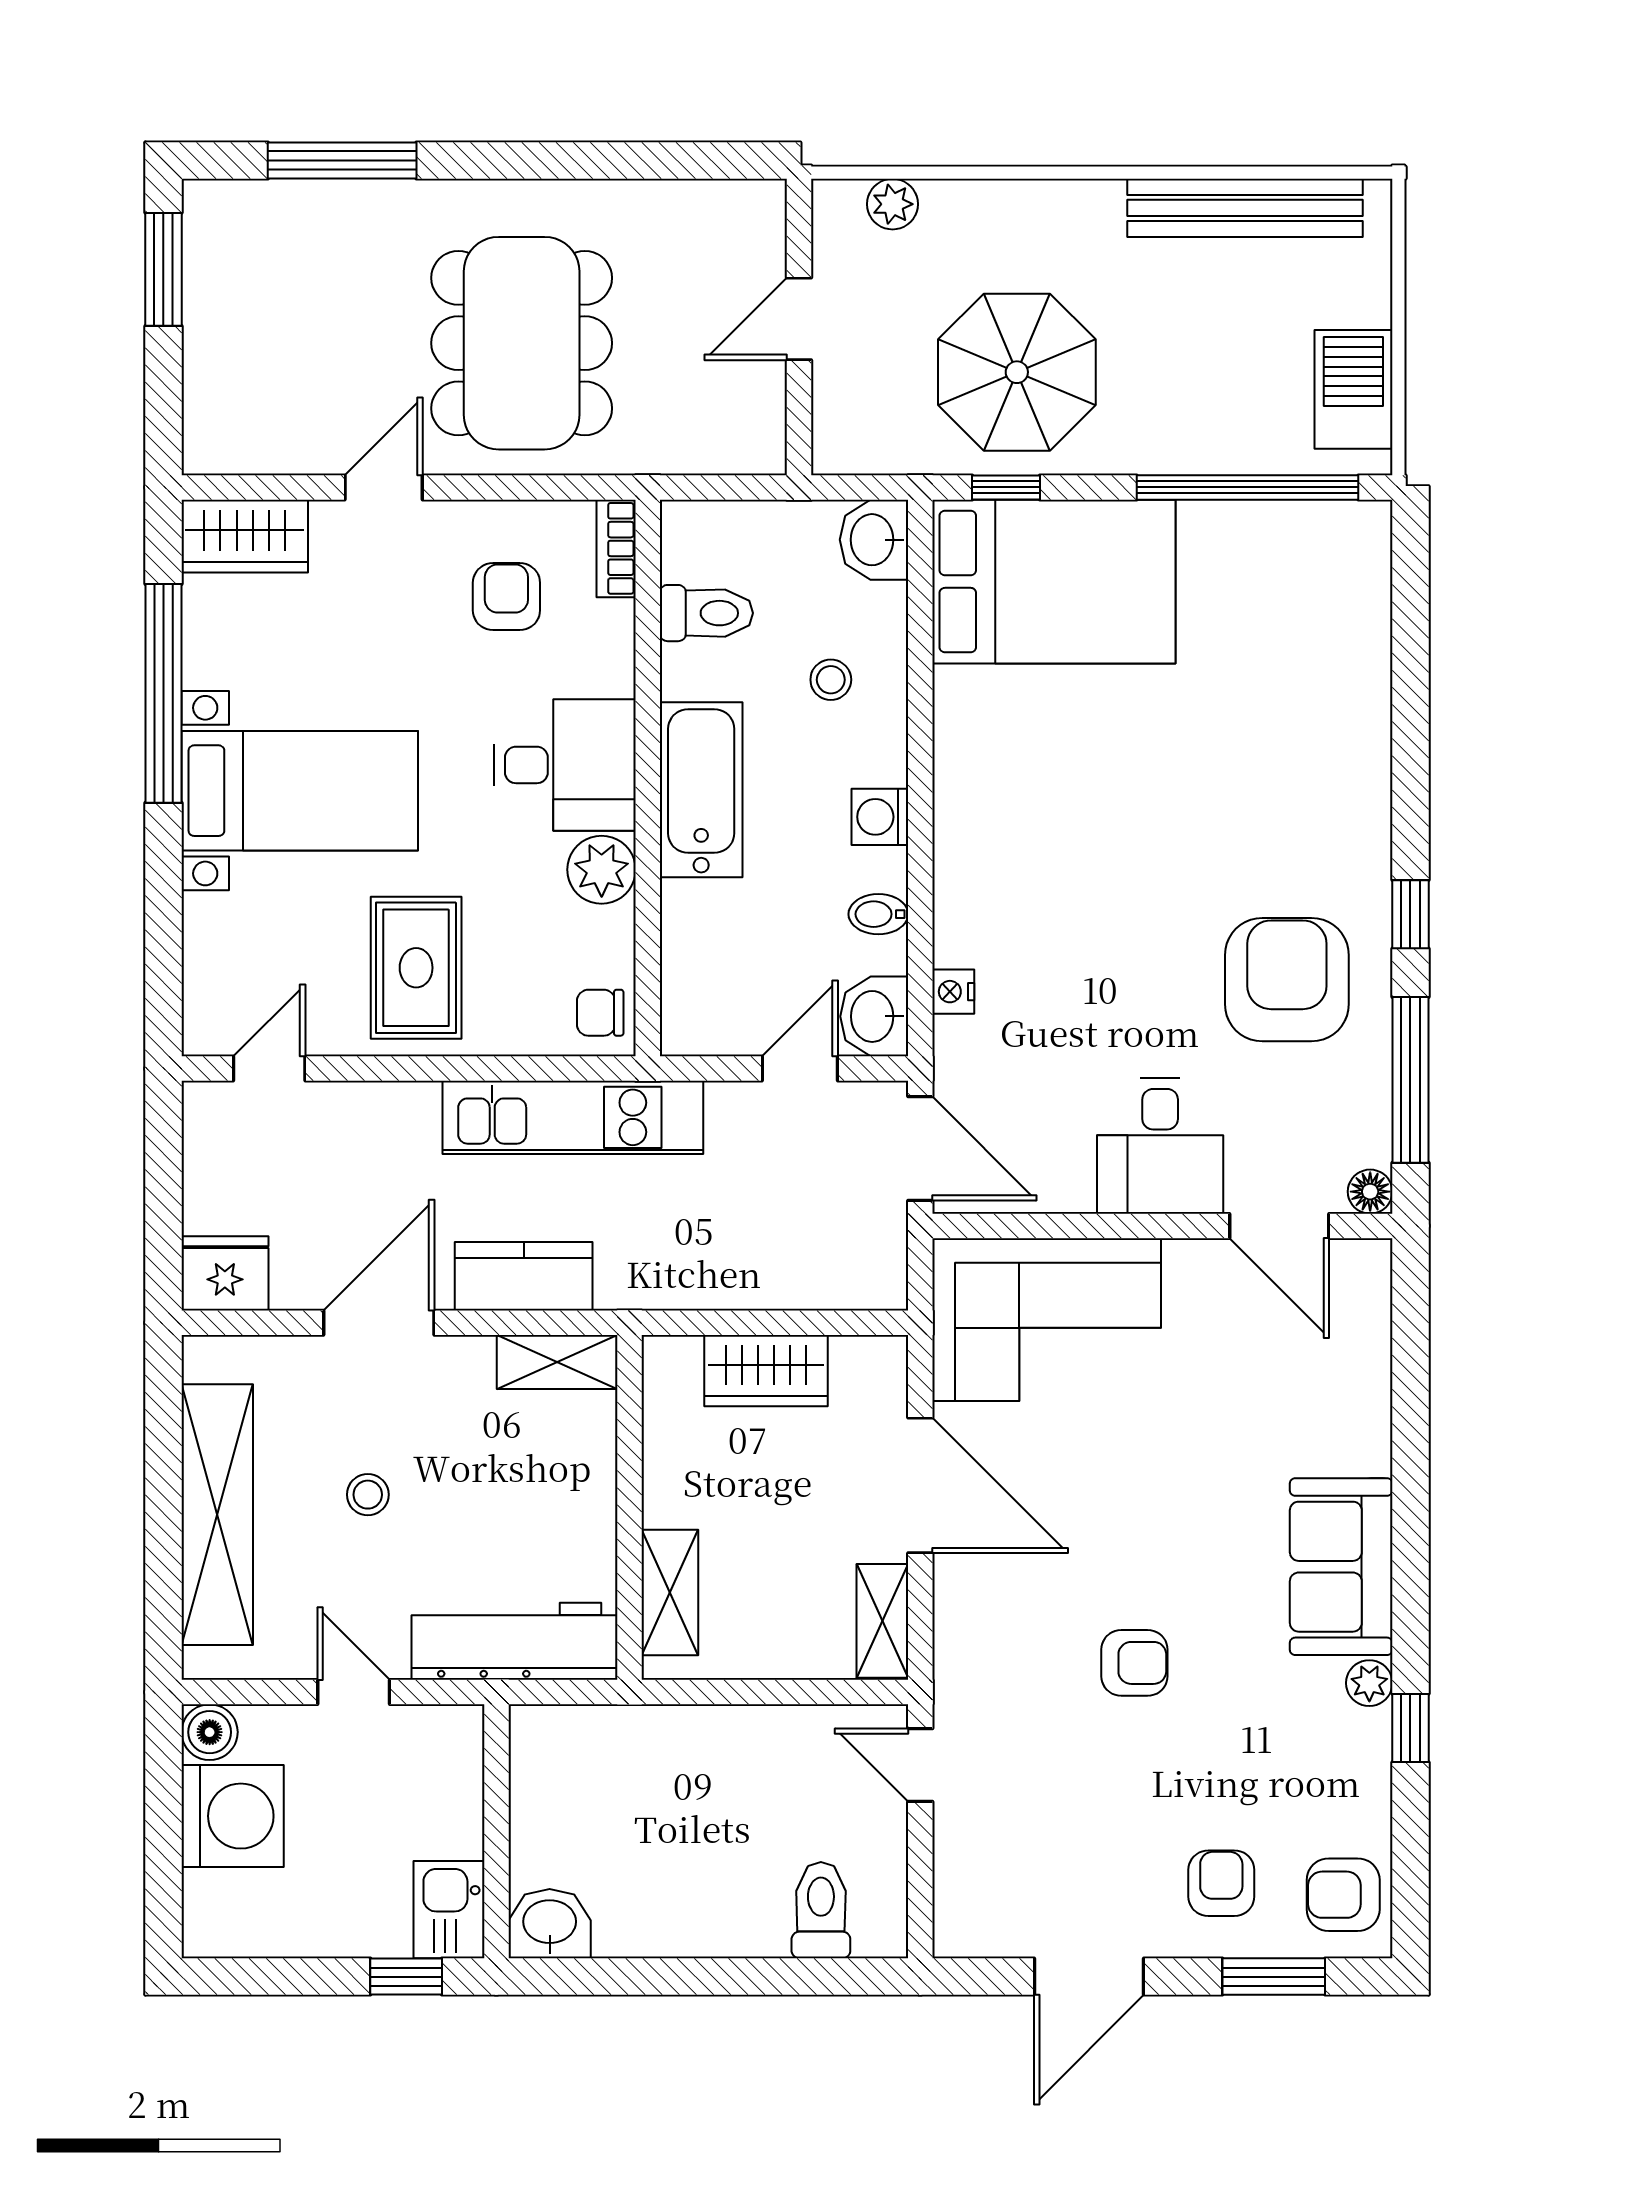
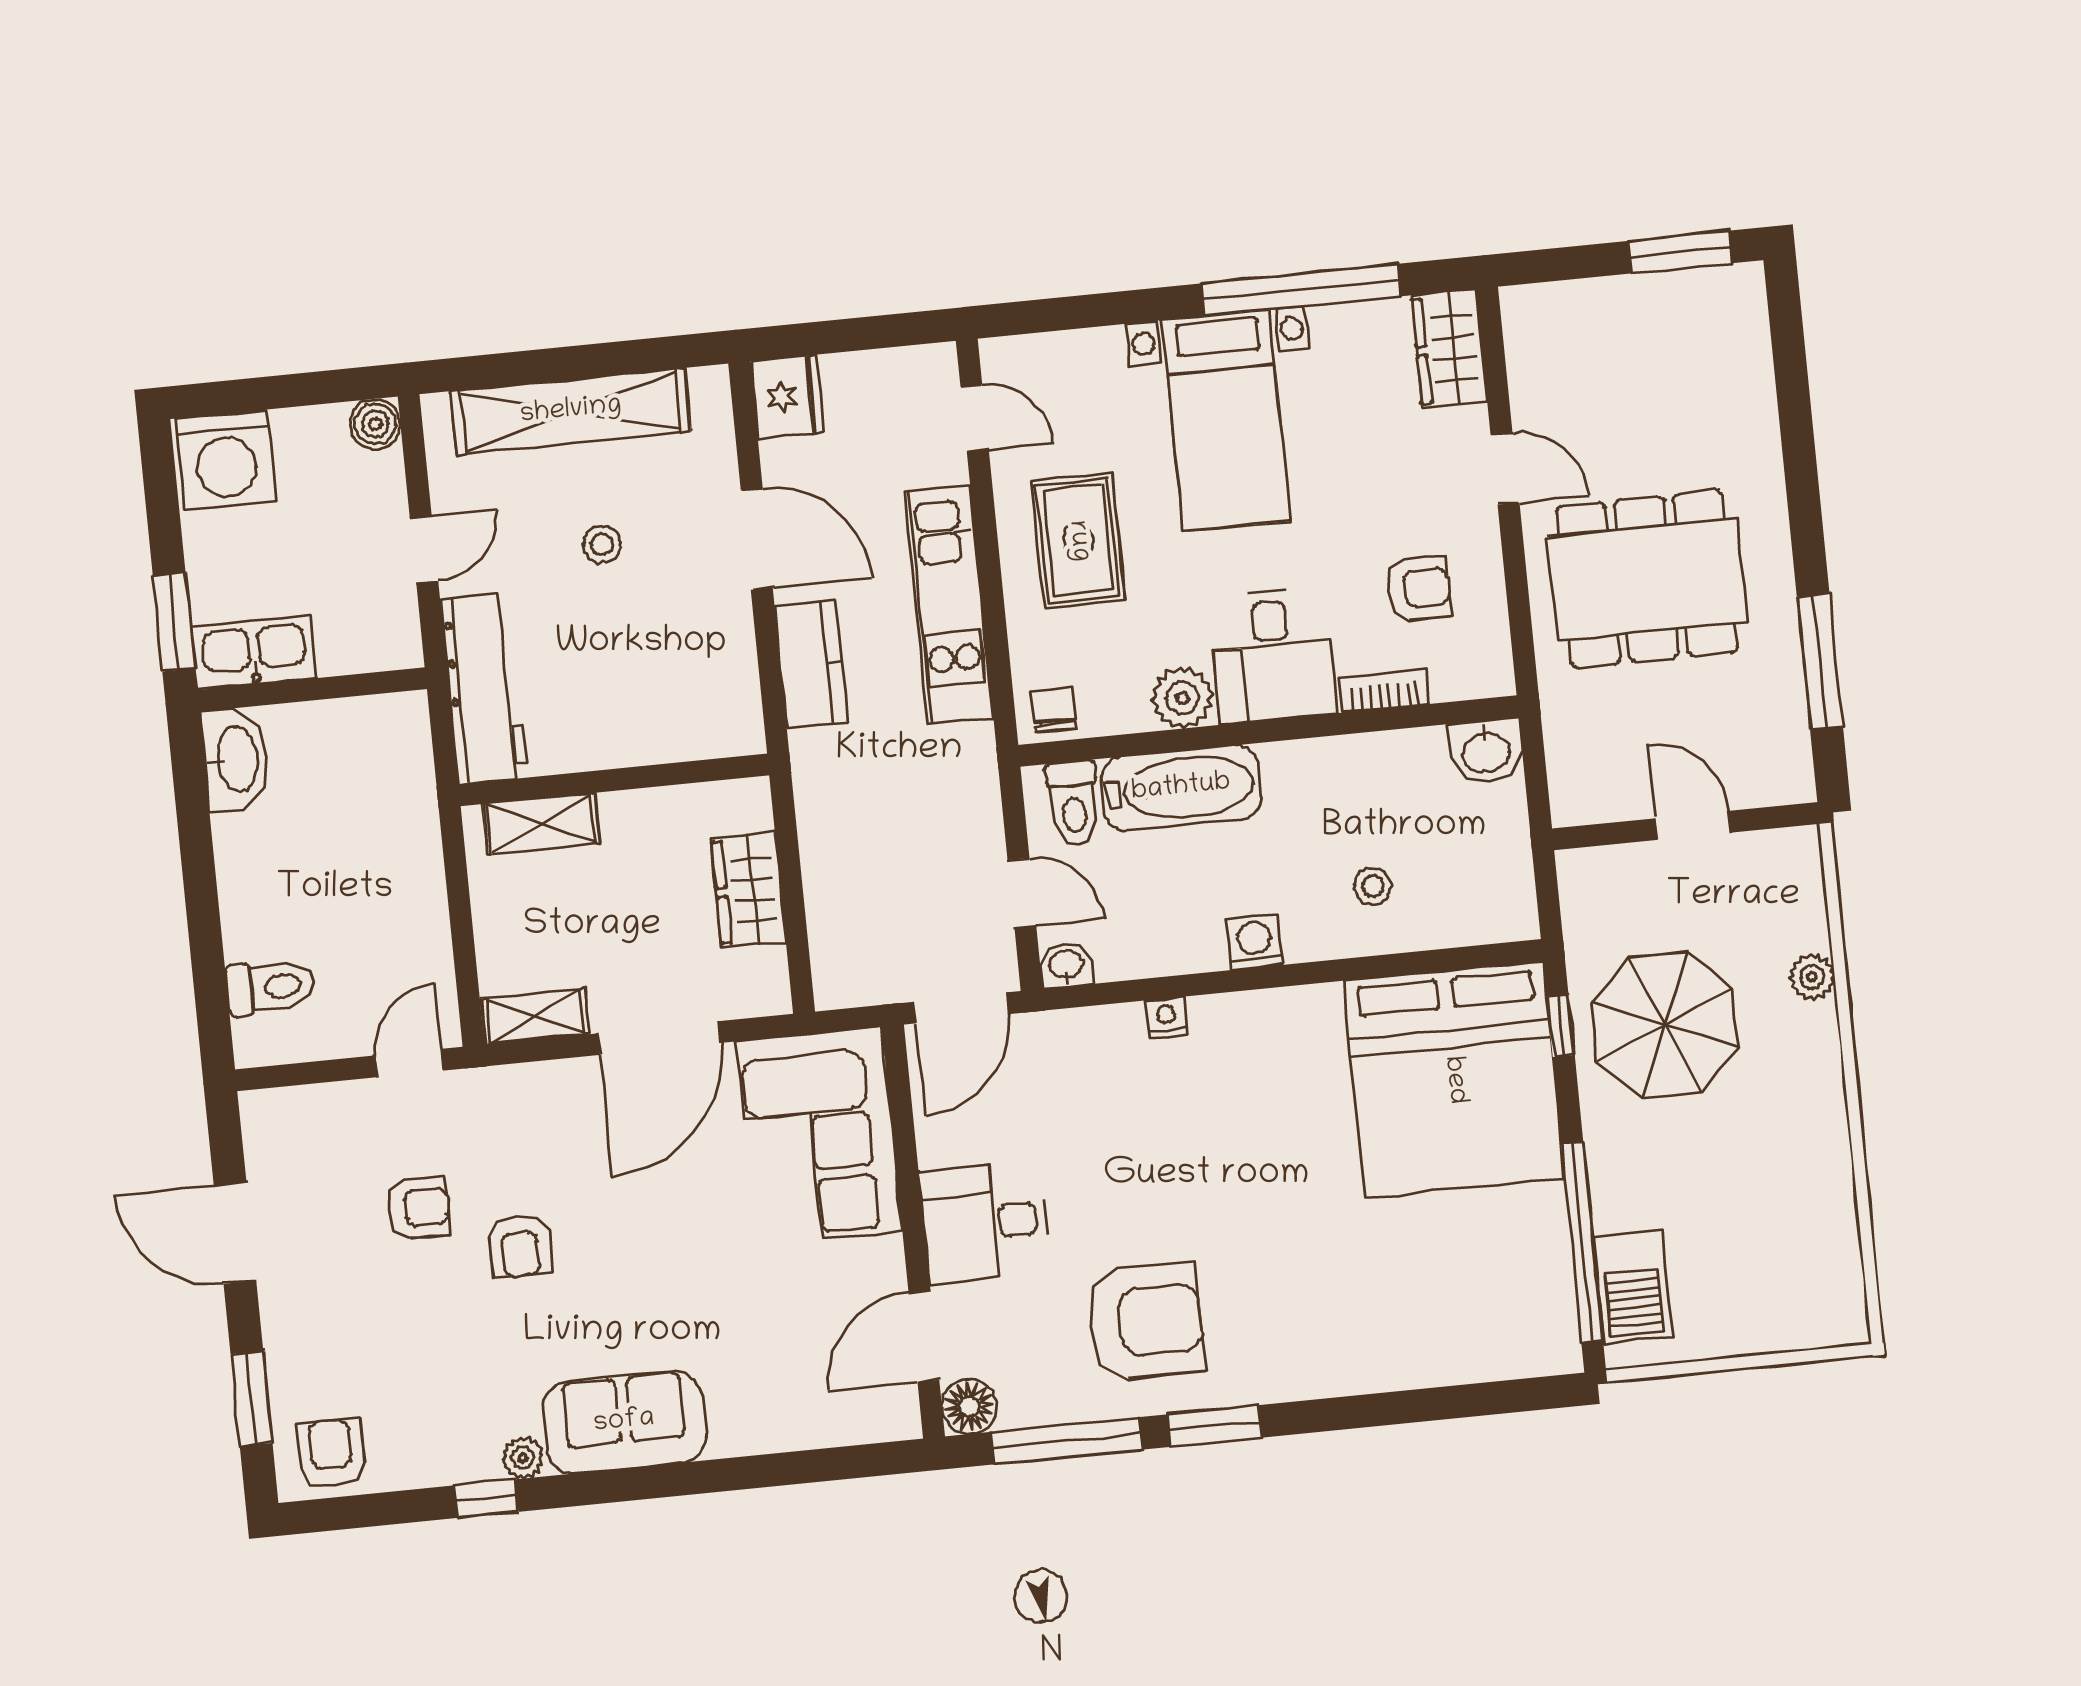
window: (342, 161) -> (1820, 662), moved
plant: (893, 204) -> (1812, 977), moved
bench: (1245, 208) -> (1832, 1215), removed
barbecue: (1353, 389) -> (1633, 1287), moved, turned 90
washbasin: (874, 540) -> (1486, 751), moved, turned 180
bookcase: (616, 548) -> (1384, 691), moved
bed: (1054, 582) -> (1454, 1080), width x1.36
toilet: (706, 613) -> (1074, 803), moved
bathtub: (701, 790) -> (1181, 788), moved
bidet: (878, 914) -> (1167, 950), removed
window: (1410, 914) -> (1215, 1426), width x1.50
rug: (416, 968) -> (1078, 541), turned 90
nightstand: (953, 992) -> (1167, 1017), moved
washbasin: (874, 1016) -> (1066, 965), width x0.72, depth x0.69
kitchen unit: (573, 1117) -> (949, 605), moved
floor lamp: (1370, 1192) -> (969, 1406), width x1.37, depth x1.37
shelving: (557, 1362) -> (738, 702), removed
washing machine: (233, 1816) -> (226, 460), moved
armchair: (1221, 1883) -> (418, 1208), moved
kitchen sink: (449, 1910) -> (254, 653), width x1.38
washbasin: (550, 1924) -> (235, 760), width x1.38
window: (406, 1977) -> (174, 622), width x1.50

